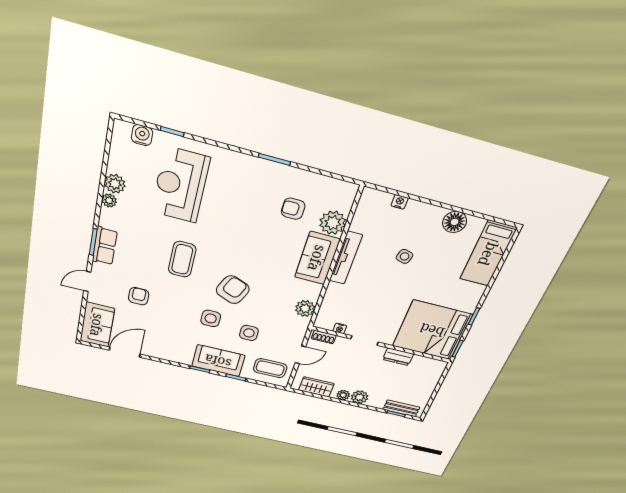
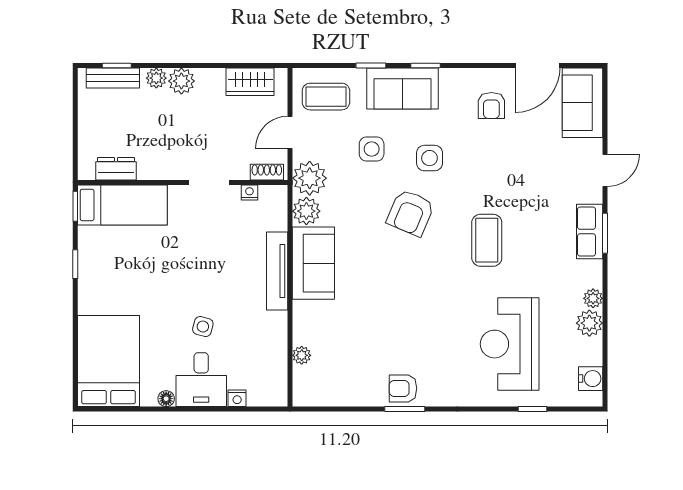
water cooler: (142, 135) -> (591, 379), moved, turned -90
reception desk: (180, 185) -> (510, 344), turned 180
armchair: (293, 209) -> (403, 388), moved, turned 180
desk: (421, 222) -> (201, 380), added
floor lamp: (455, 222) -> (166, 399), width x0.53, depth x0.53
plant: (333, 223) -> (302, 355), width x0.53, depth x0.53
bed: (488, 254) -> (109, 361), width x1.50
sofa: (317, 258) -> (313, 263), moved
tv unit: (346, 258) -> (277, 271), moved
armchair: (139, 296) -> (491, 105), moved
plant: (296, 327) -> (310, 178), added
bed: (432, 330) -> (122, 205), width x0.49
dresser: (398, 357) -> (116, 169), moved
plant: (343, 395) -> (156, 78), moved

